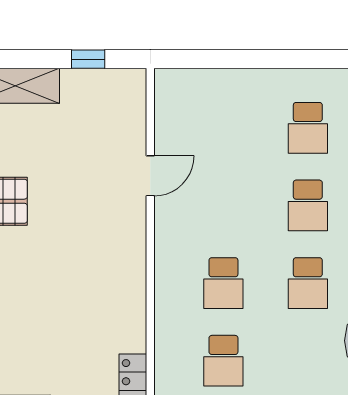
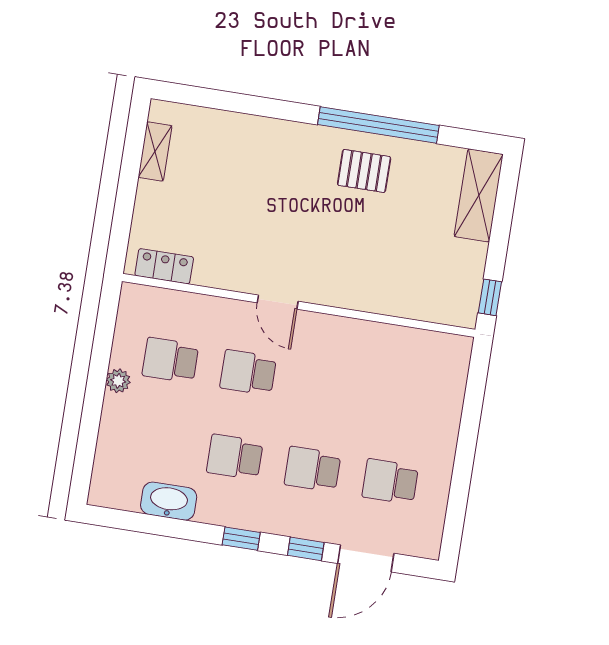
window: (88, 59) -> (490, 297), moved
door: (150, 176) -> (278, 302), moved

